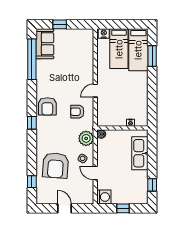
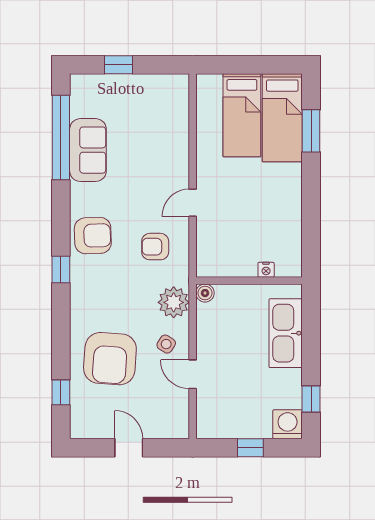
nightstand: (104, 33) -> (210, 84), removed
sofa: (45, 44) -> (88, 150), moved
armchair: (47, 106) -> (93, 236), turned -92
washing machine: (104, 197) -> (288, 424), moved, turned -90

